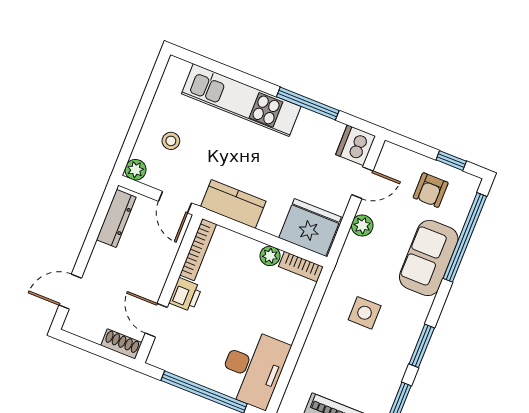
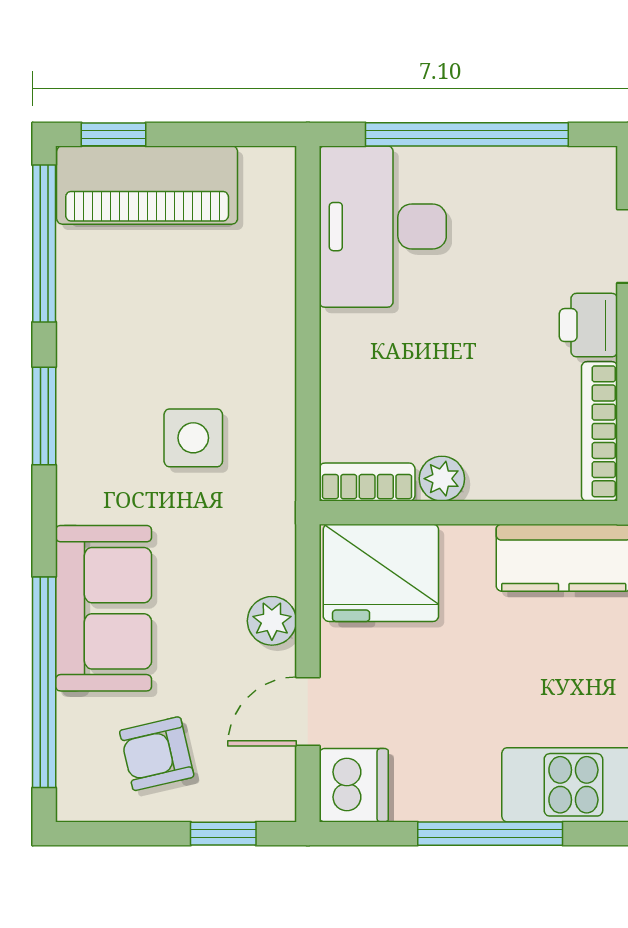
window: (451, 161) -> (223, 834), moved
armchair: (431, 190) -> (157, 754), turned -103

